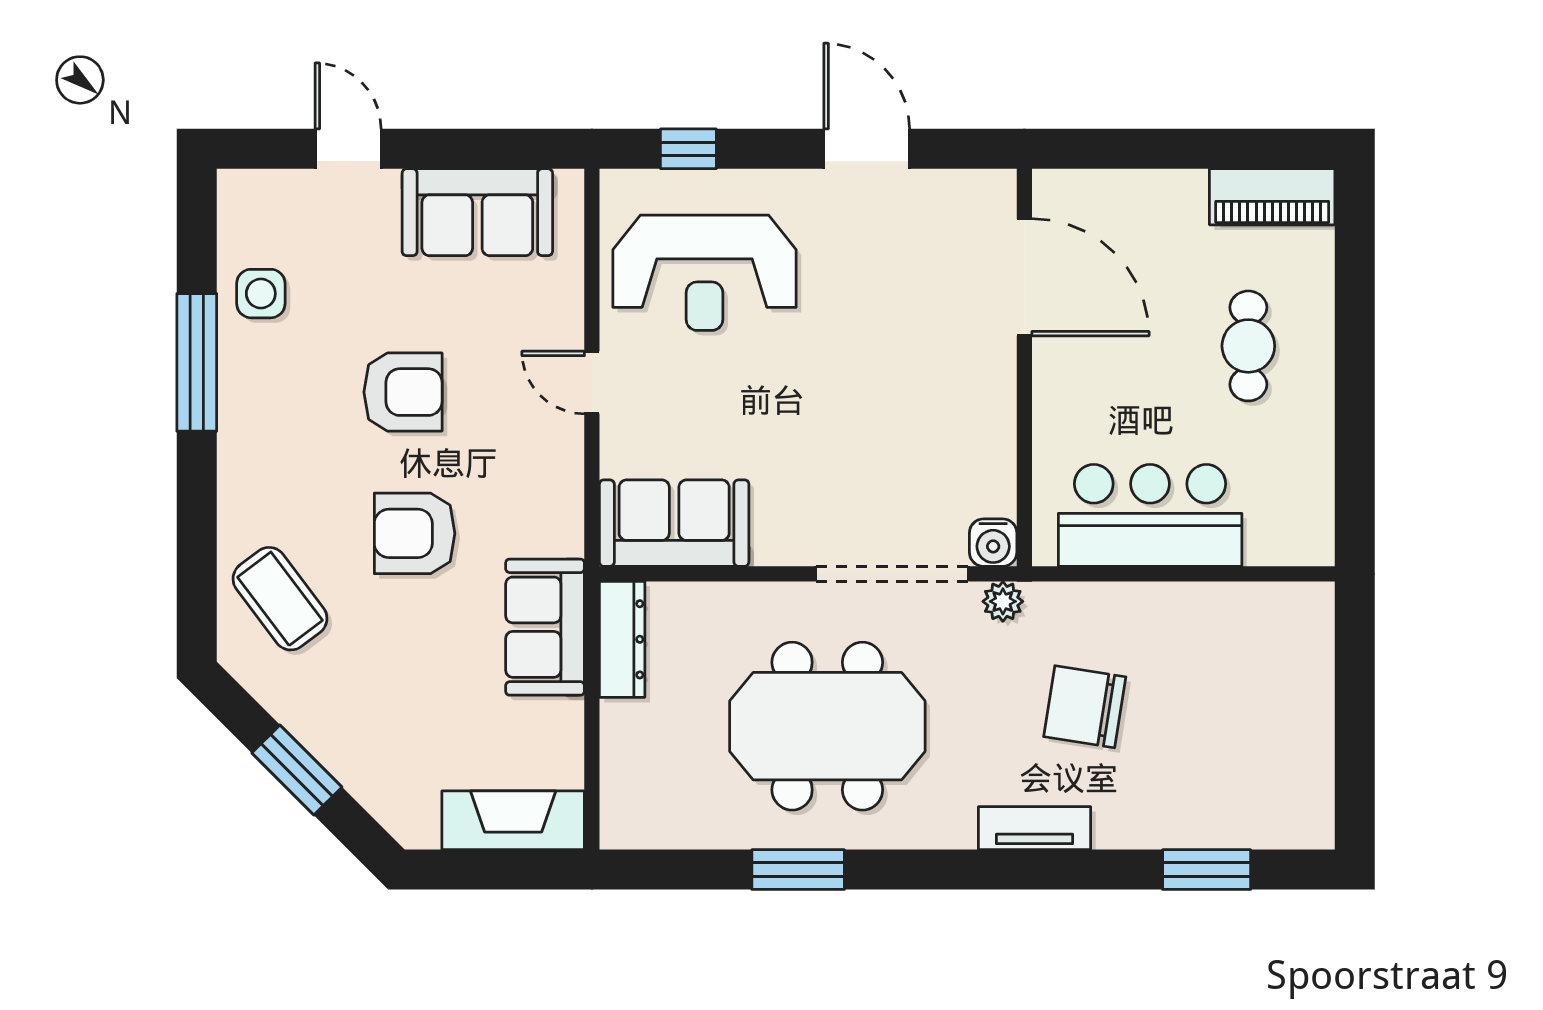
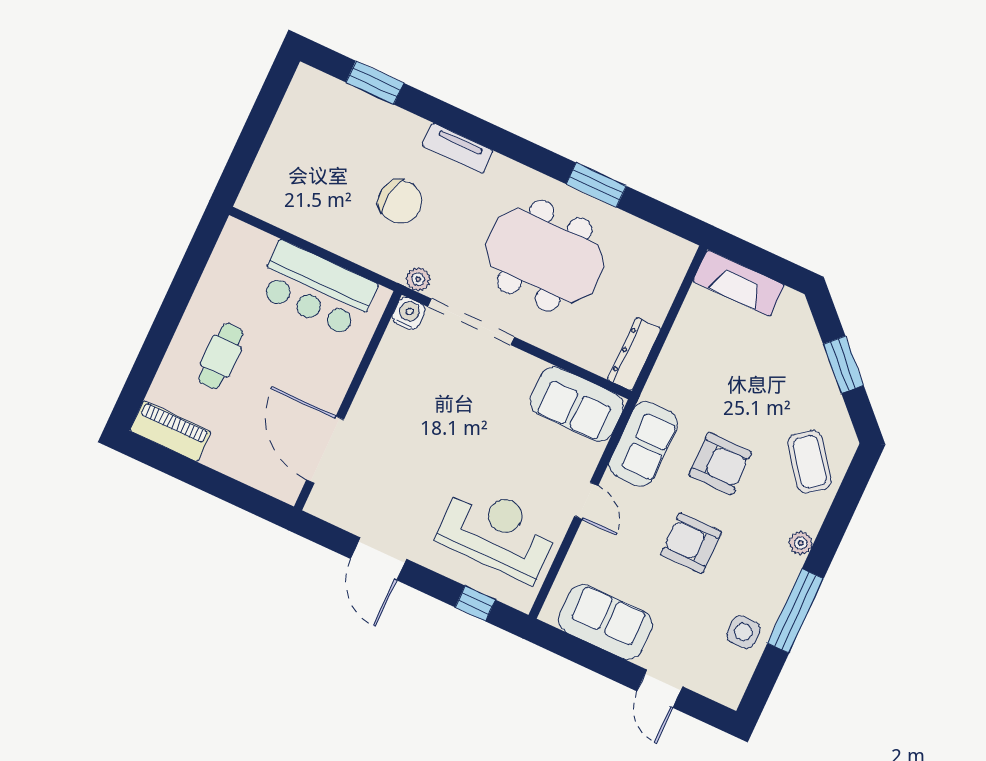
plant: (236, 469) -> (801, 543), added
sofa: (545, 627) -> (643, 444), moved

